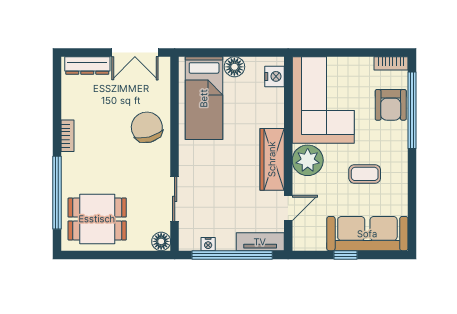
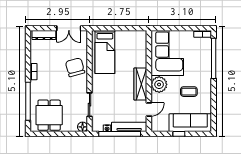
floor lamp: (234, 67) -> (121, 36), removed
nightstand: (274, 76) -> (142, 41), removed
armchair: (391, 105) -> (202, 55), removed
dining table: (97, 219) -> (49, 115), turned 90
tv unit: (260, 242) -> (129, 127), width x1.41

